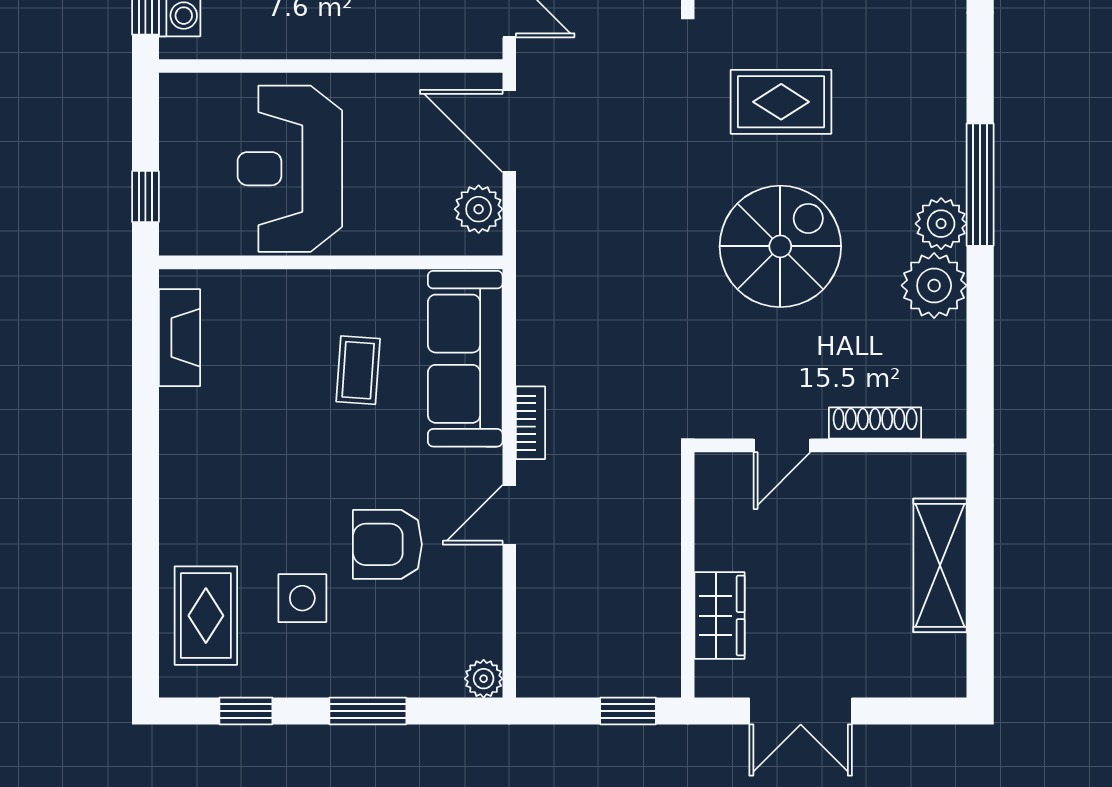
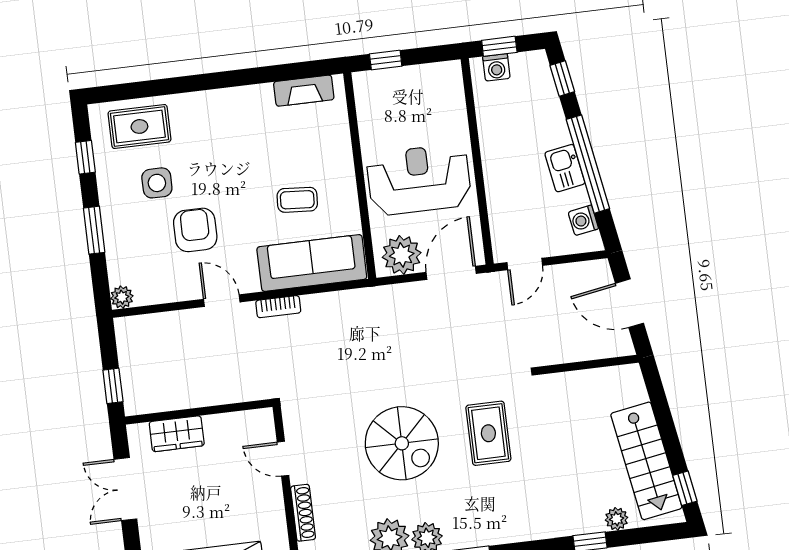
reception desk: (290, 169) -> (419, 180), moved
plant: (479, 209) -> (402, 255), width x1.36, depth x1.36

